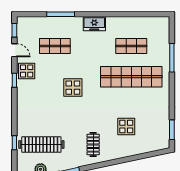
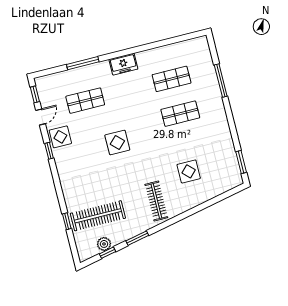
door: (14, 50) -> (41, 117), hinge flipped
shop shelf: (131, 77) -> (180, 114), width x0.50, depth x0.74
clothes rail: (93, 144) -> (156, 201), width x1.36

